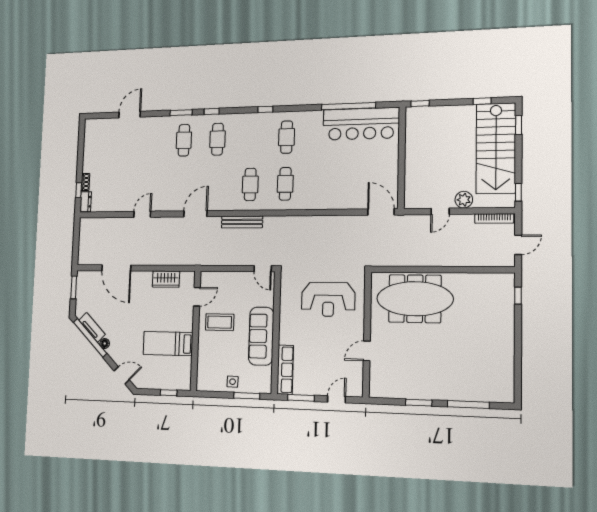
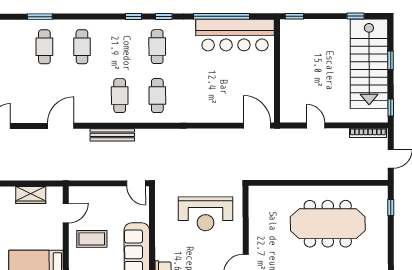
window: (212, 111) -> (164, 16), moved
window: (519, 125) -> (391, 60), moved
plant: (464, 200) -> (339, 114), removed
door: (440, 211) -> (316, 125), swing flipped
meeting table: (415, 299) -> (328, 224), moved

